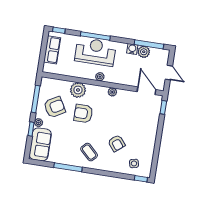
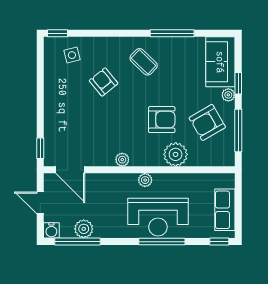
water cooler: (132, 49) -> (51, 230), moved

